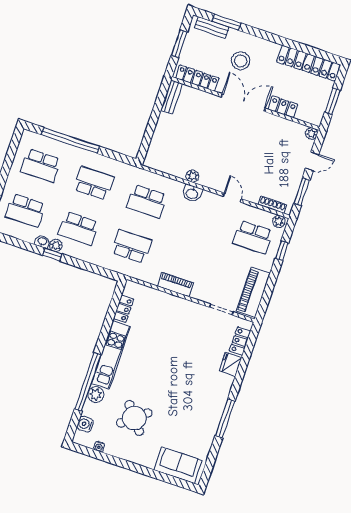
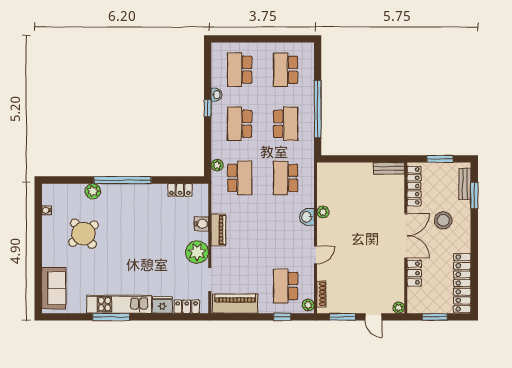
window: (70, 140) -> (318, 109), moved
plant: (56, 245) -> (217, 165), moved
plant: (190, 313) -> (197, 252), added
kitchen unit: (111, 355) -> (119, 304), moved, turned 180
window: (88, 382) -> (122, 180), moved
water cooler: (85, 424) -> (201, 224), moved, turned 90

